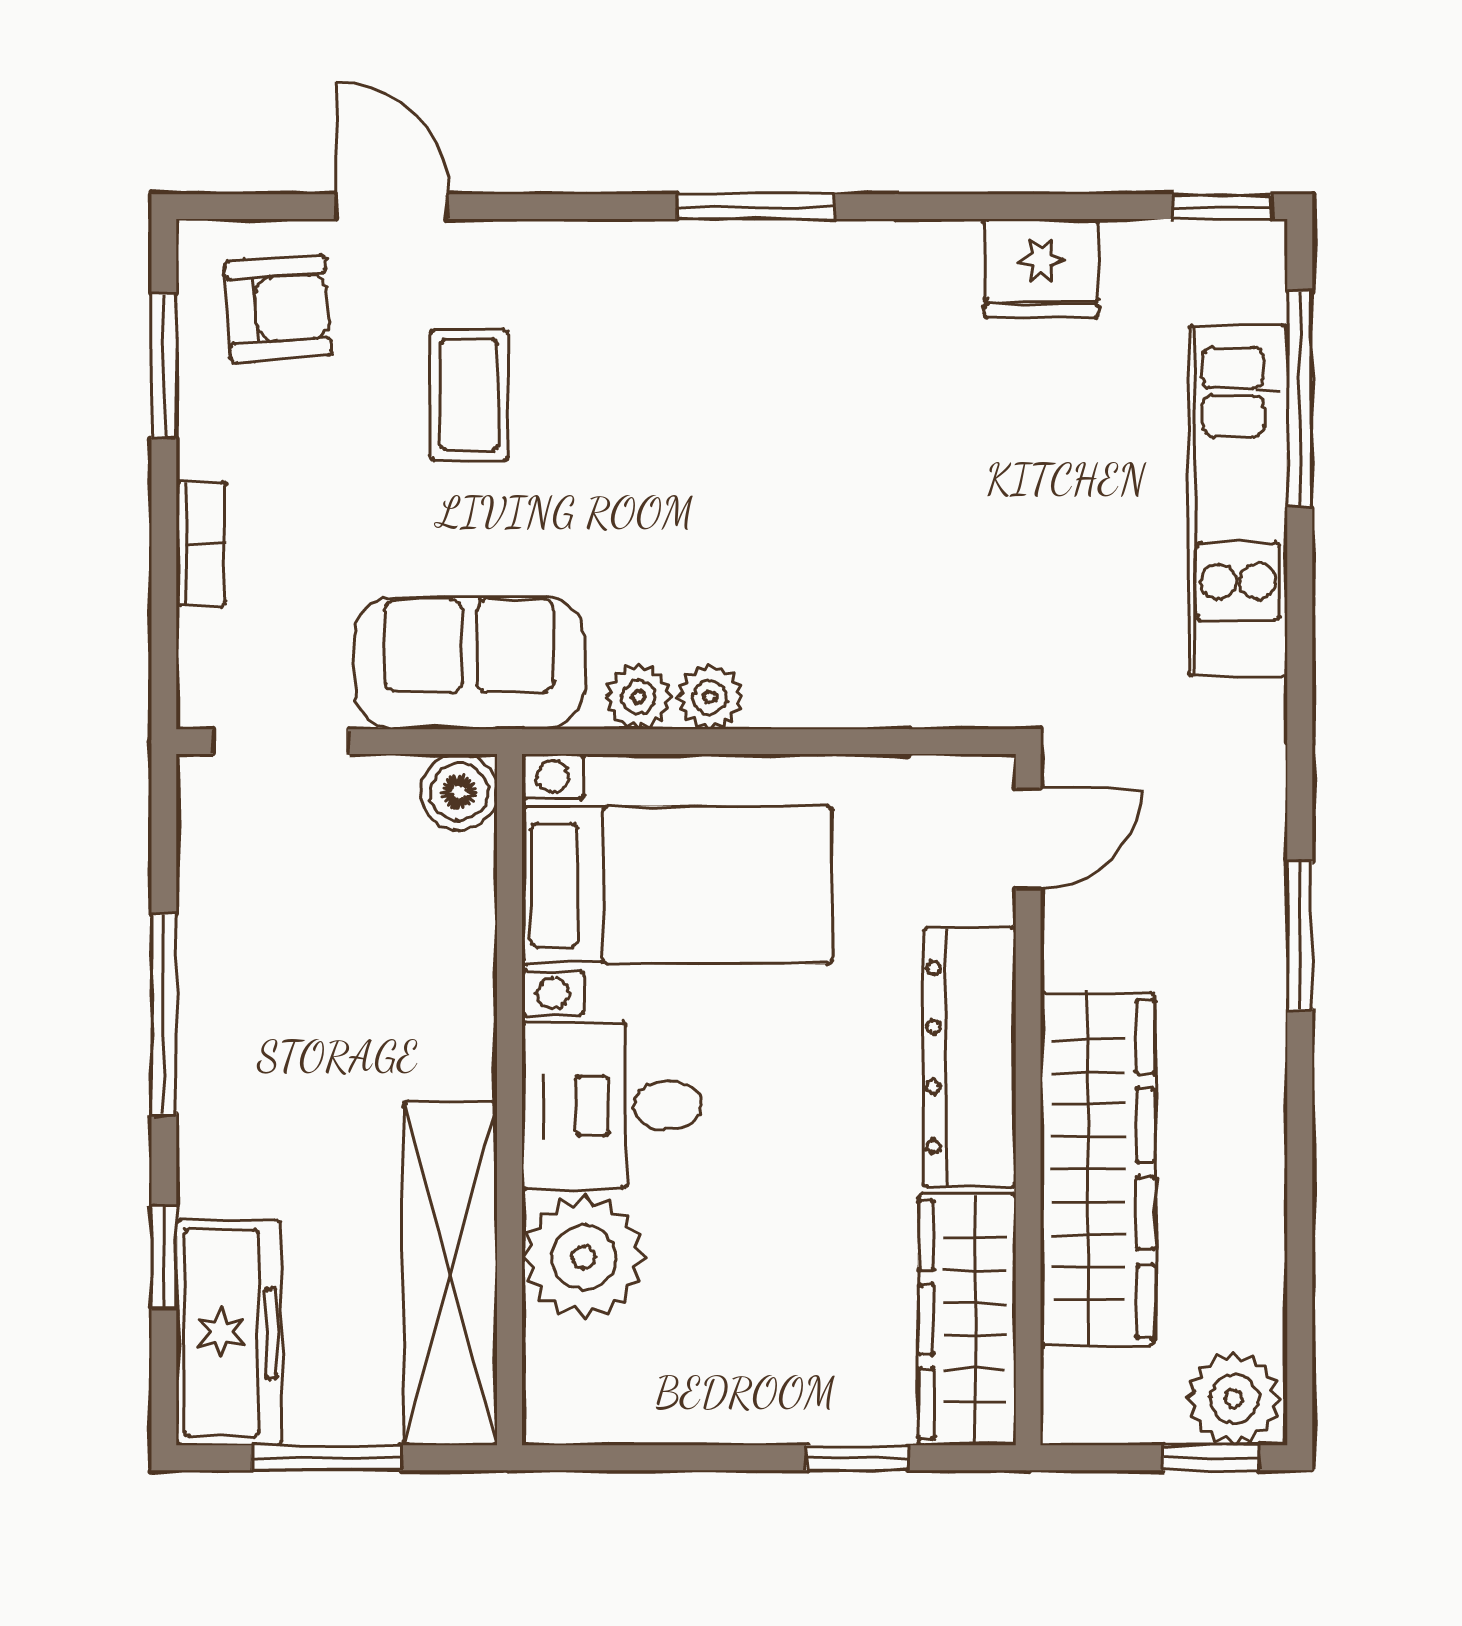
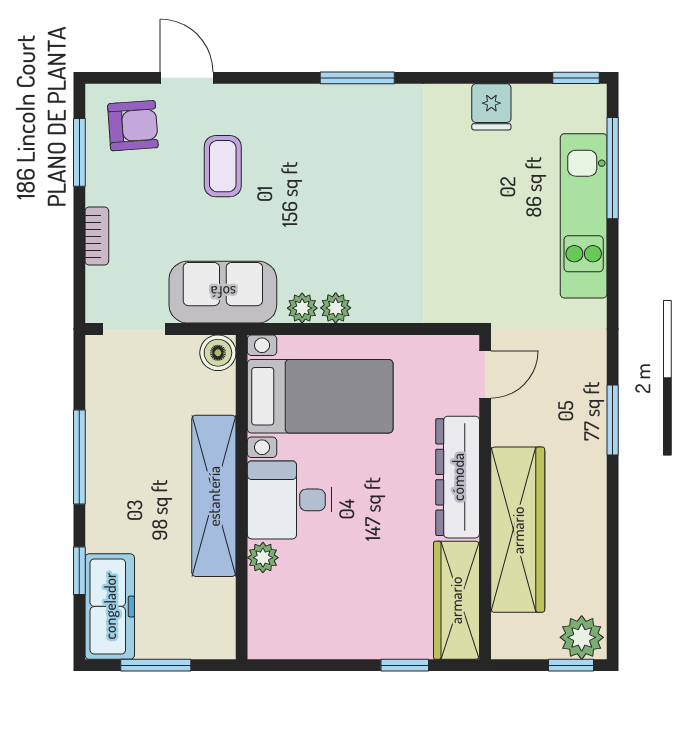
fridge: (1041, 268) -> (491, 107), width x0.72
plant: (584, 1257) -> (263, 558), width x0.53, depth x0.53
shelving: (450, 1273) -> (214, 496), moved

